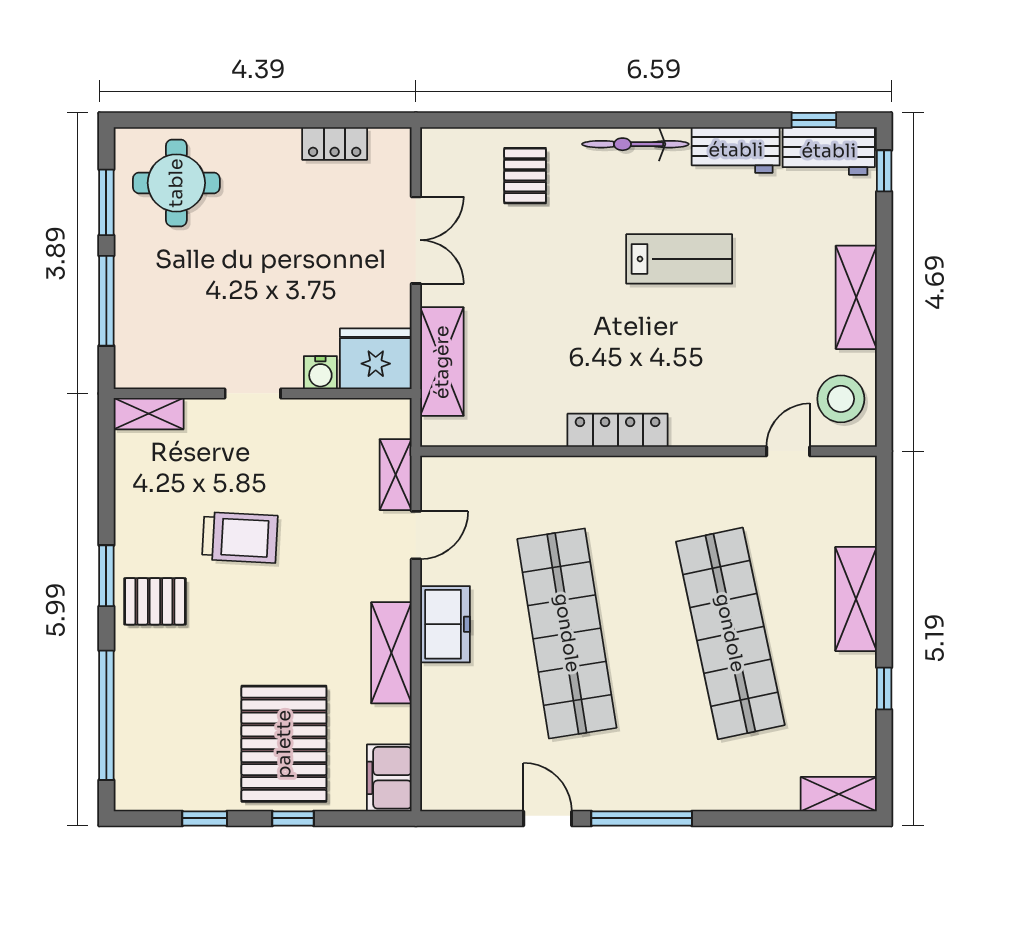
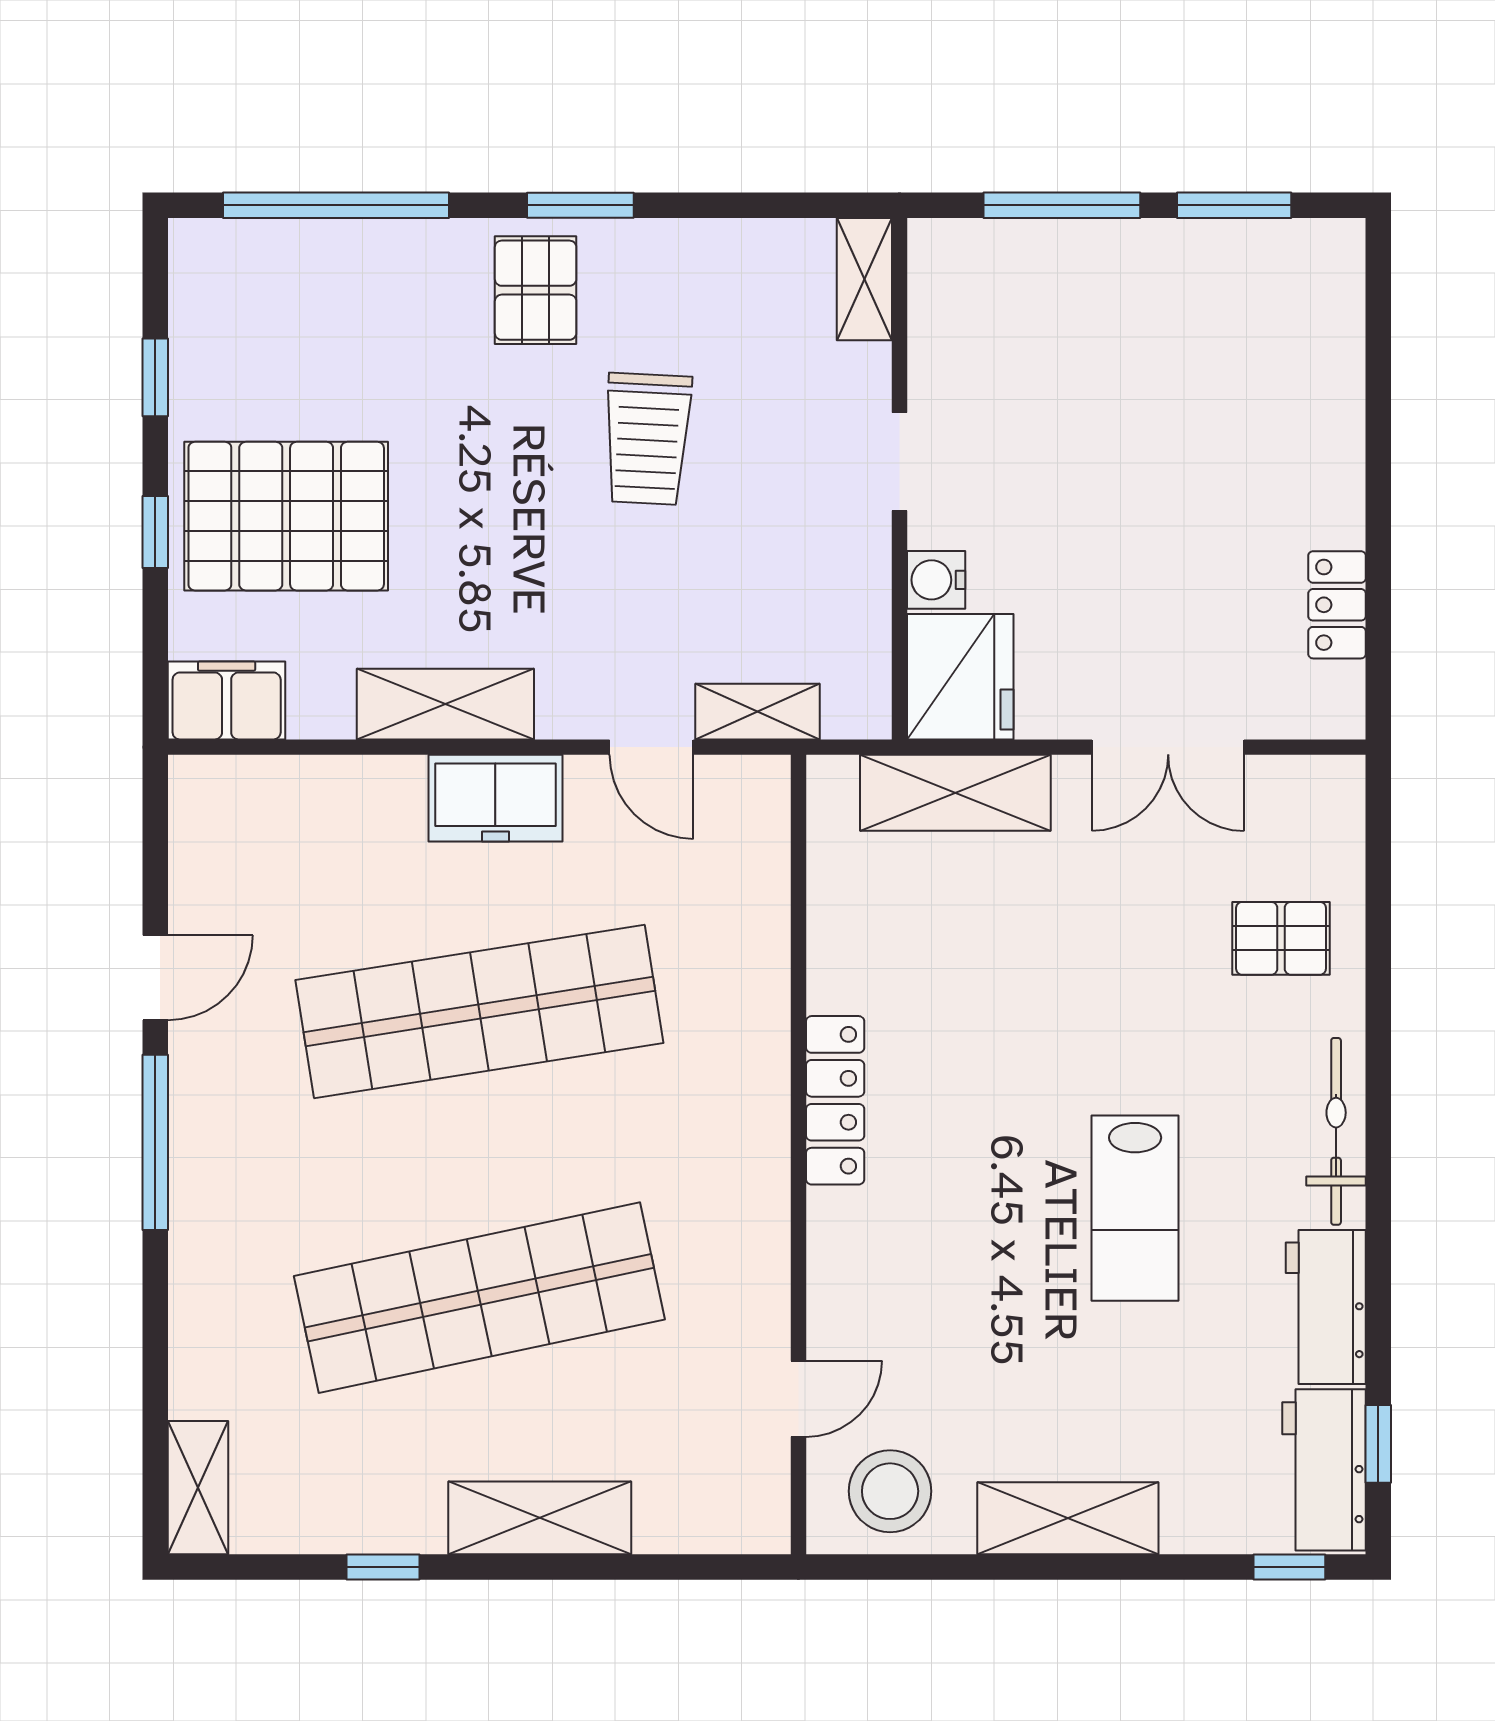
round table: (176, 183) -> (1268, 328), removed
door: (788, 451) -> (798, 1399), hinge flipped

